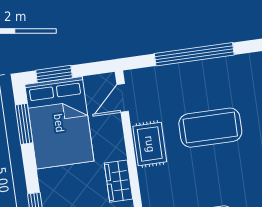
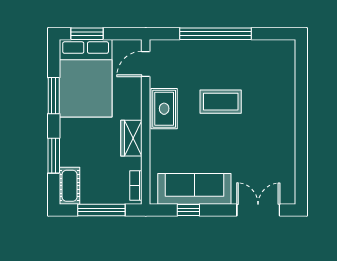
window: (24, 124) -> (54, 96), moved
coffee table: (210, 128) -> (221, 102), width x0.73, depth x0.76

